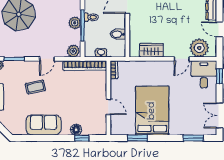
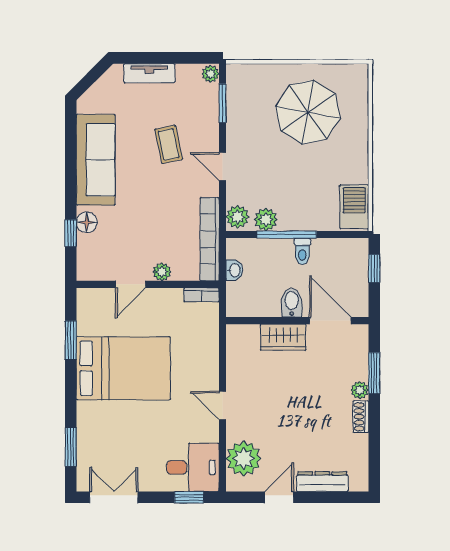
plant: (75, 23) -> (266, 220), moved
bidet: (118, 34) -> (292, 303), moved
wardrobe: (151, 50) -> (283, 337), moved, turned 90
door: (182, 59) -> (222, 405), moved
plant: (102, 90) -> (162, 272), added
sofa: (43, 125) -> (96, 160), width x1.36

